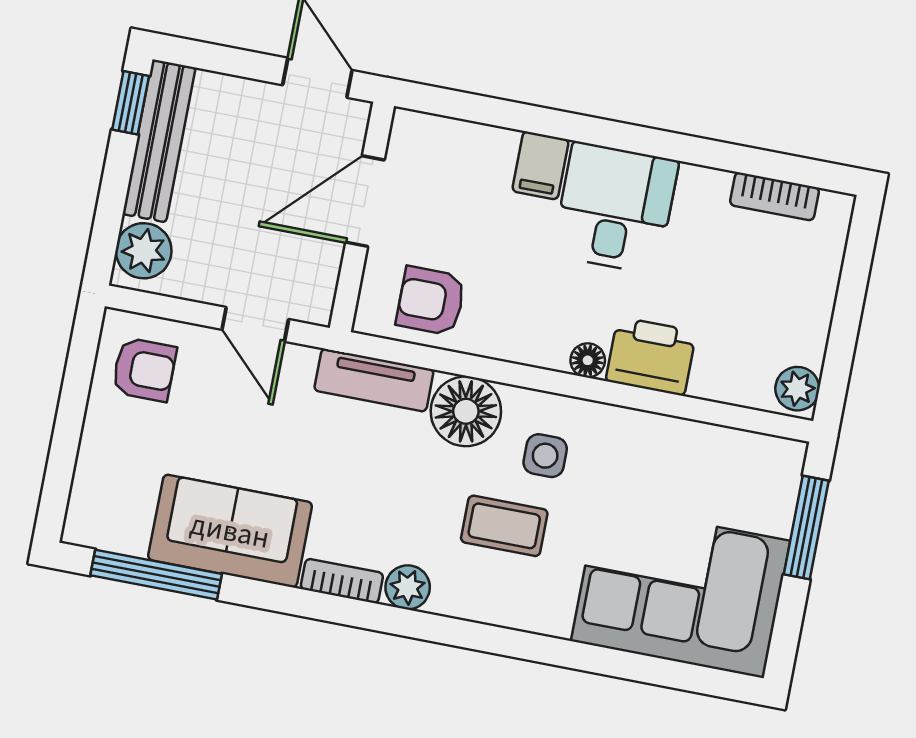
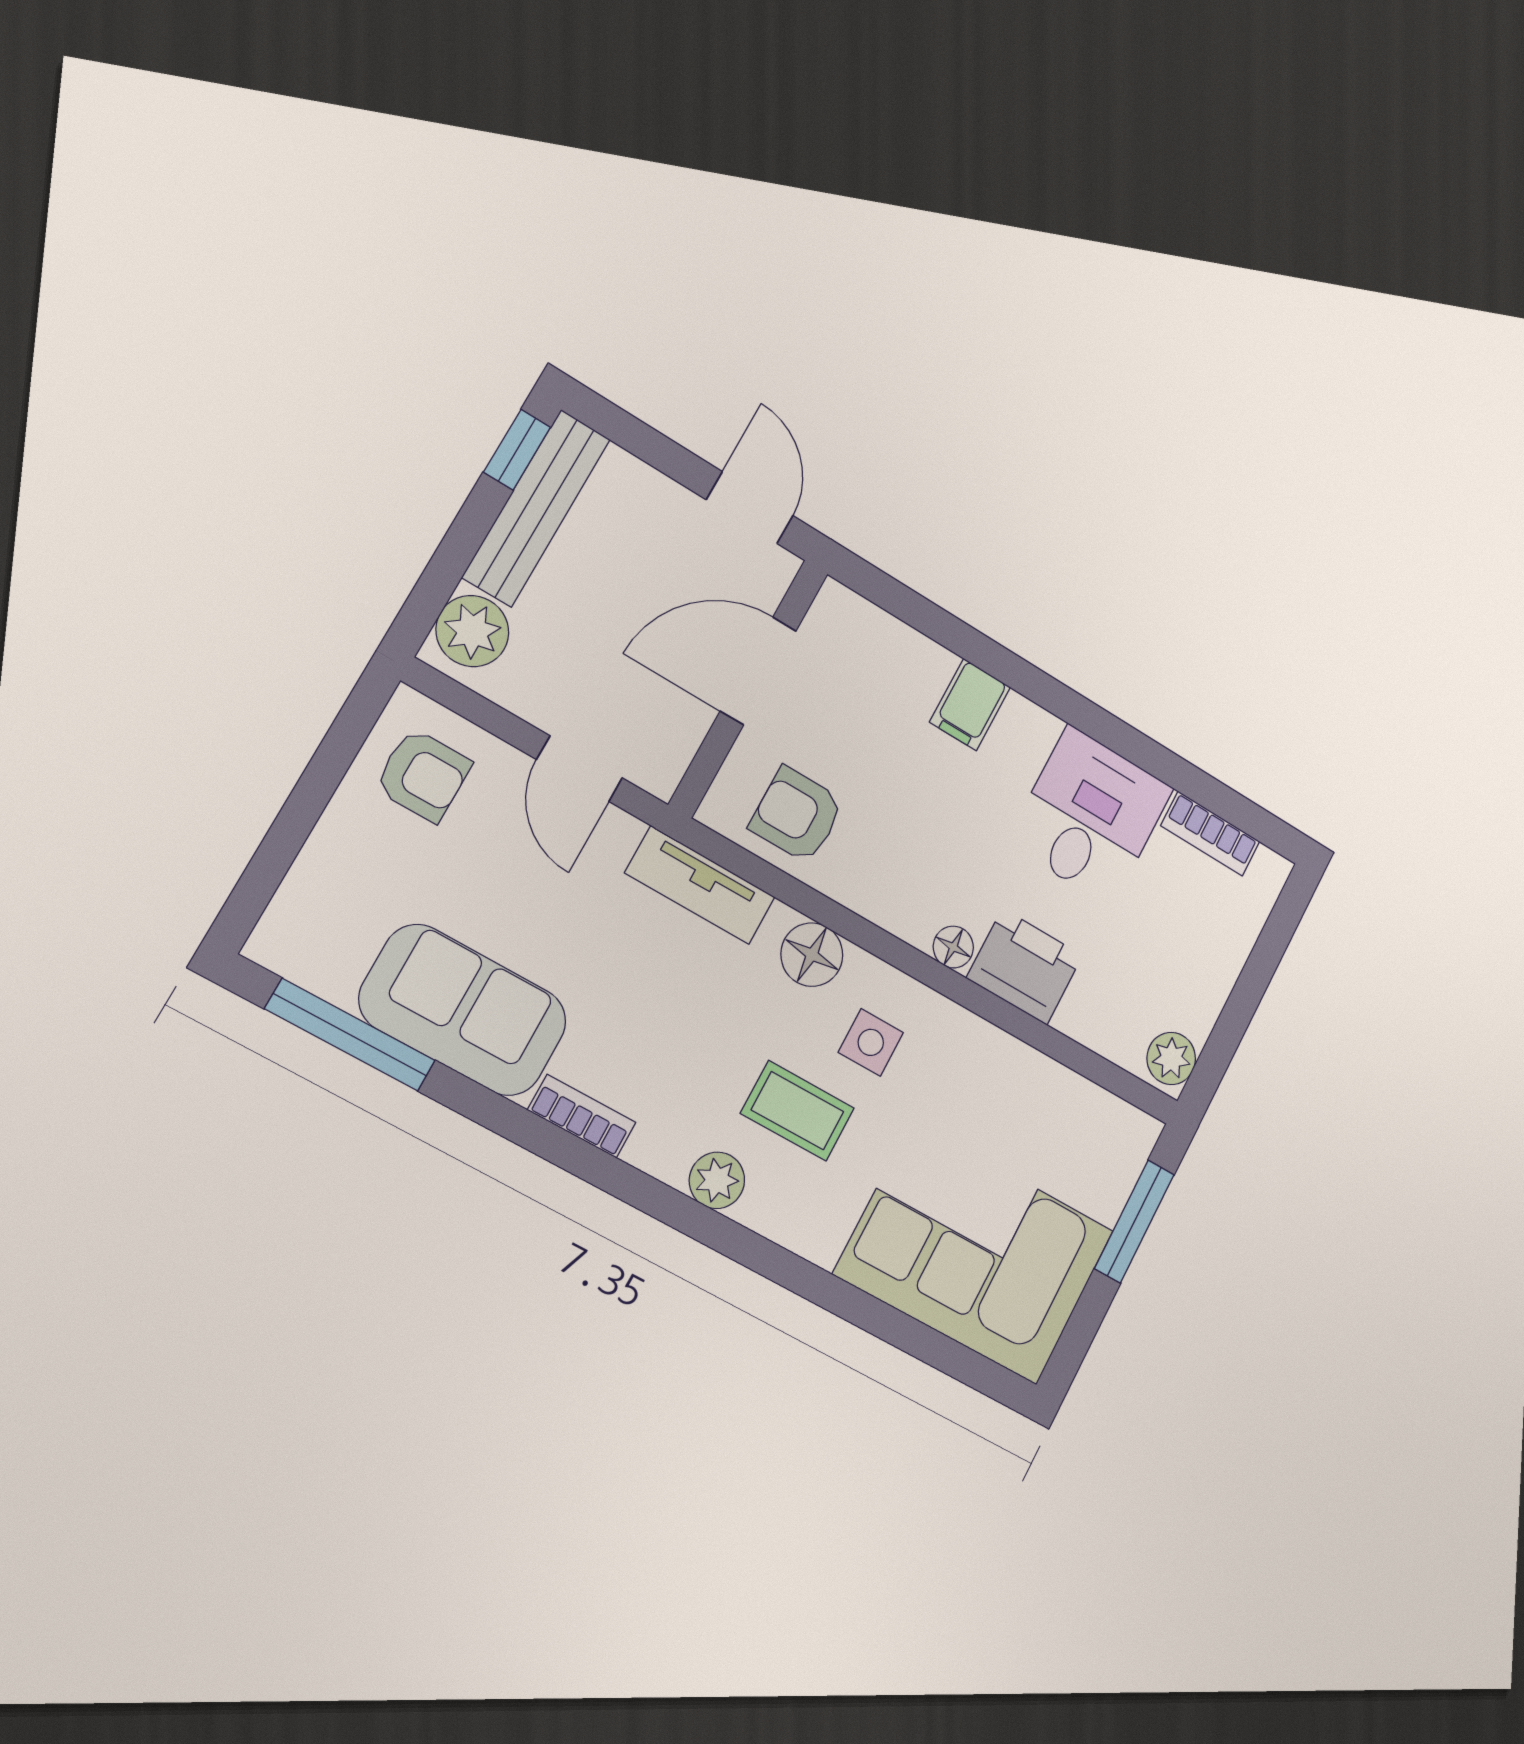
desk: (615, 208) -> (1090, 816), moved
floor lamp: (466, 411) -> (812, 955), width x0.73, depth x0.73
plant: (408, 587) -> (717, 1180), moved

